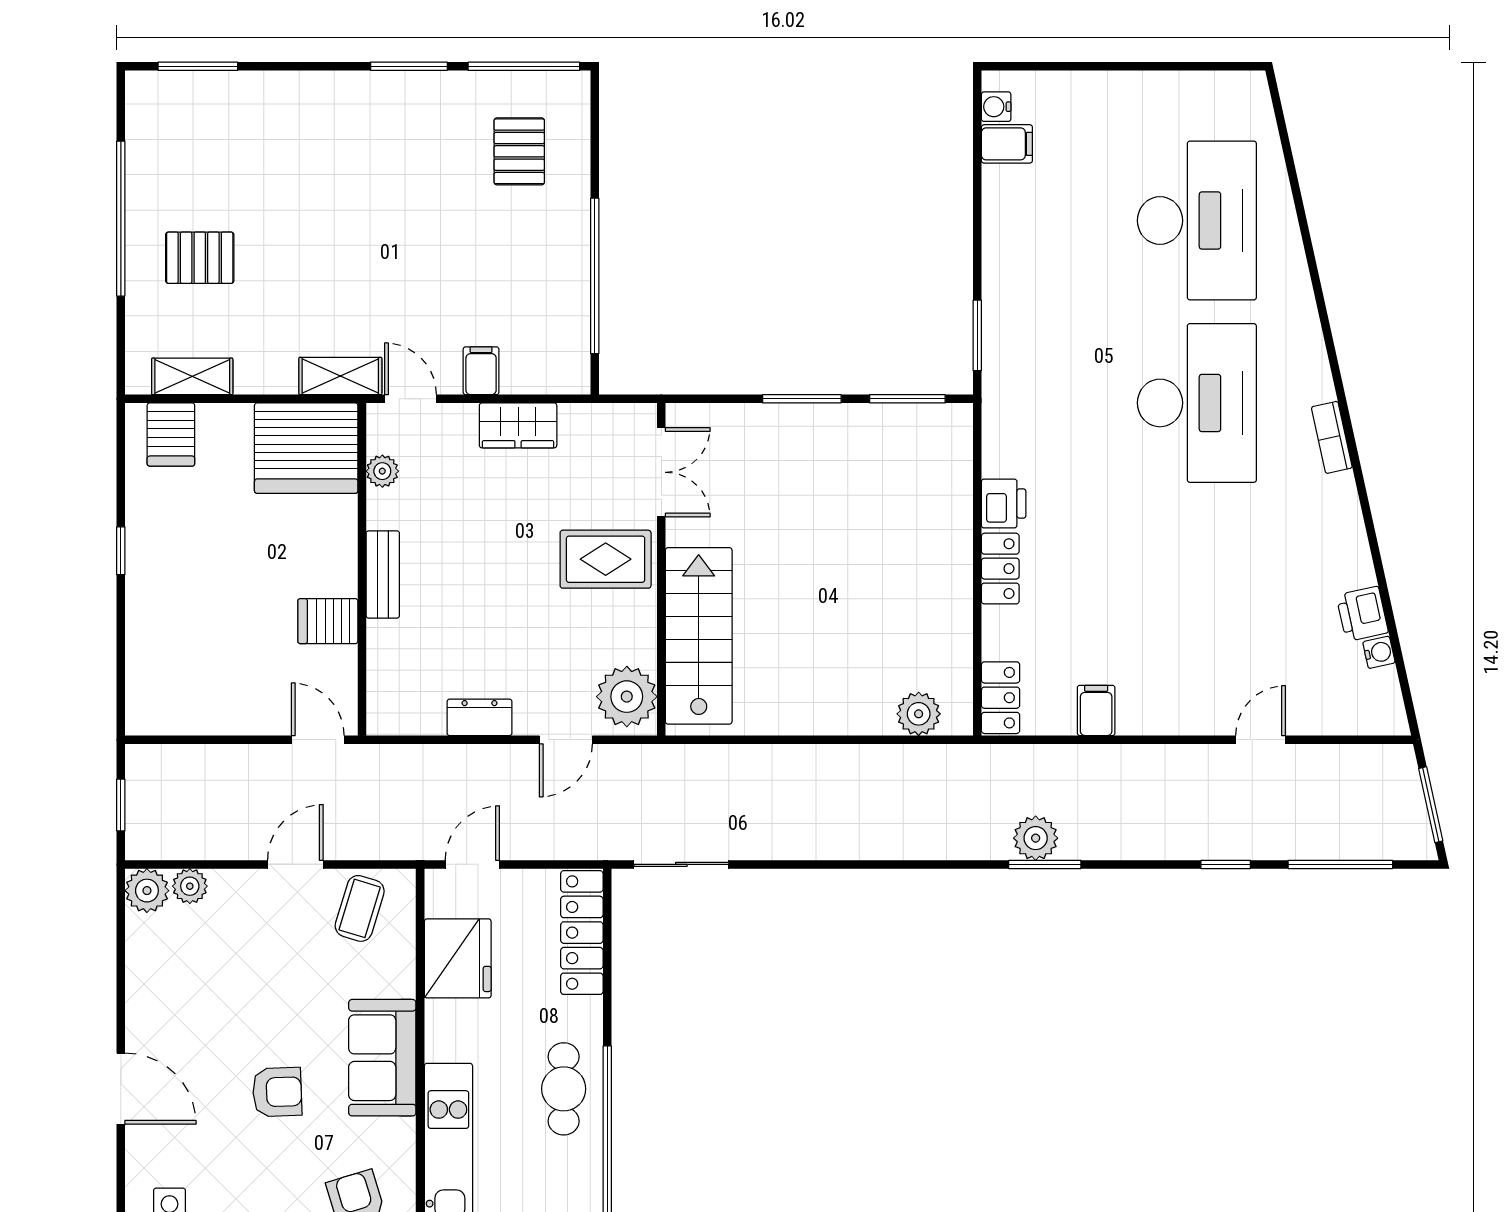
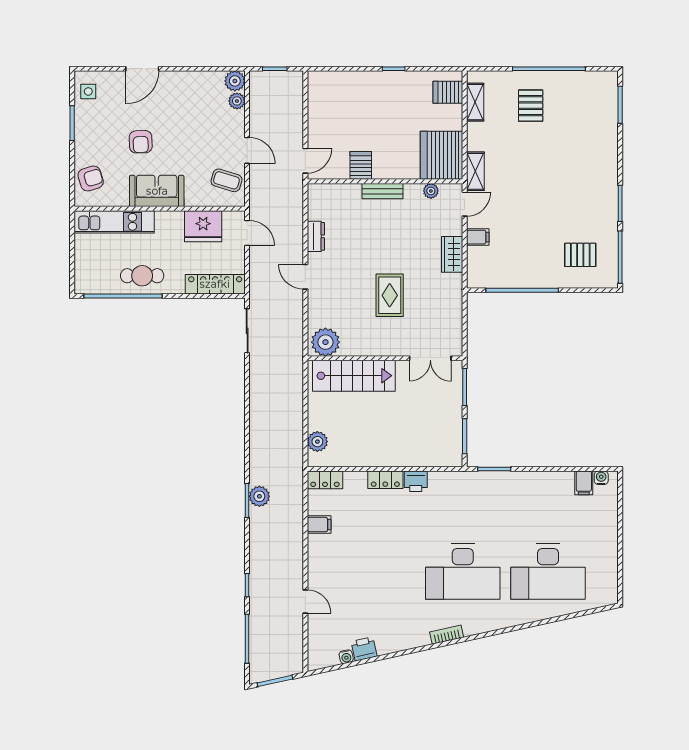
double door: (661, 472) -> (430, 358), moved
wall: (661, 569) -> (385, 358), moved
stairs: (699, 636) -> (354, 376), moved
plant: (627, 697) -> (325, 342), moved

